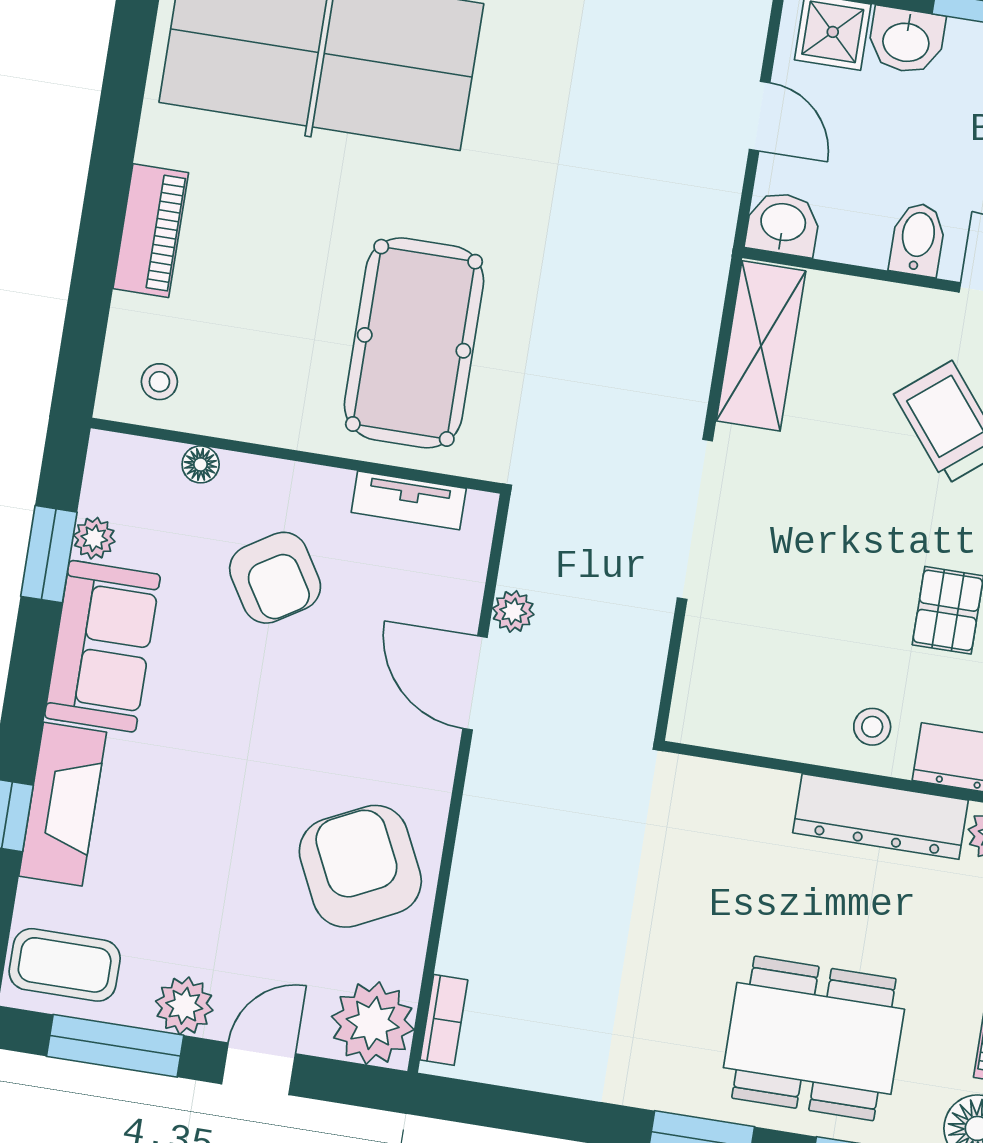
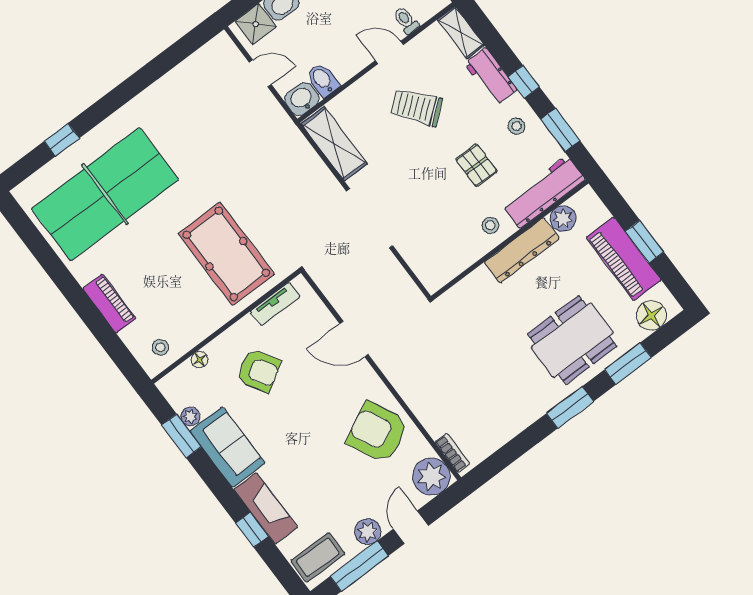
bidet: (918, 239) -> (323, 80), moved
plant: (513, 611) -> (343, 305), removed

